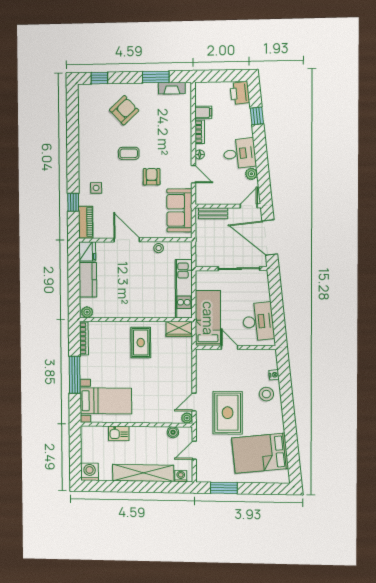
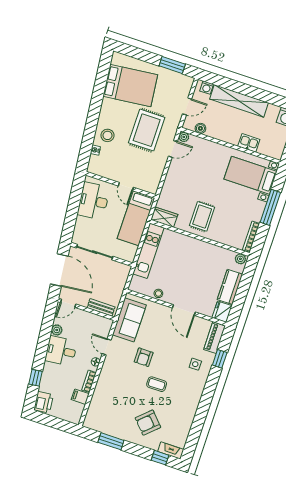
fireplace: (172, 88) -> (171, 451), moved

